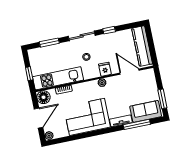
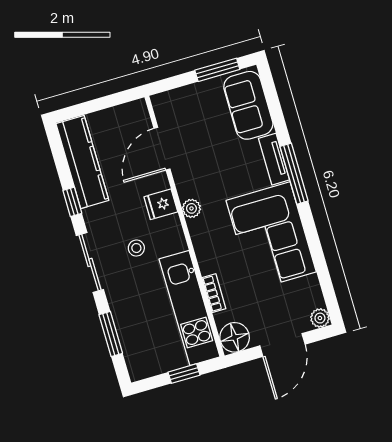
kitchen counter: (142, 46) -> (82, 162), moved, turned -90
door: (38, 118) -> (282, 345), swing flipped
window: (137, 124) -> (294, 174), moved

